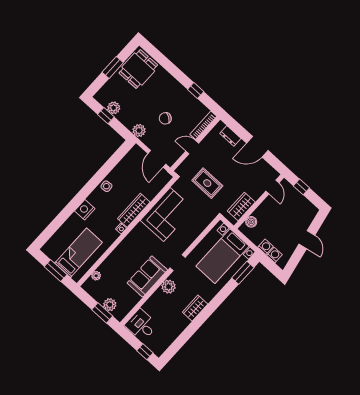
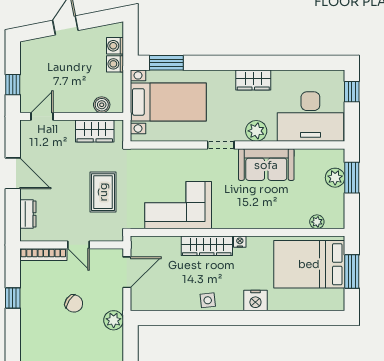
bed: (79, 253) -> (309, 264), width x1.50
desk: (141, 325) -> (310, 117), width x1.87, depth x1.30

